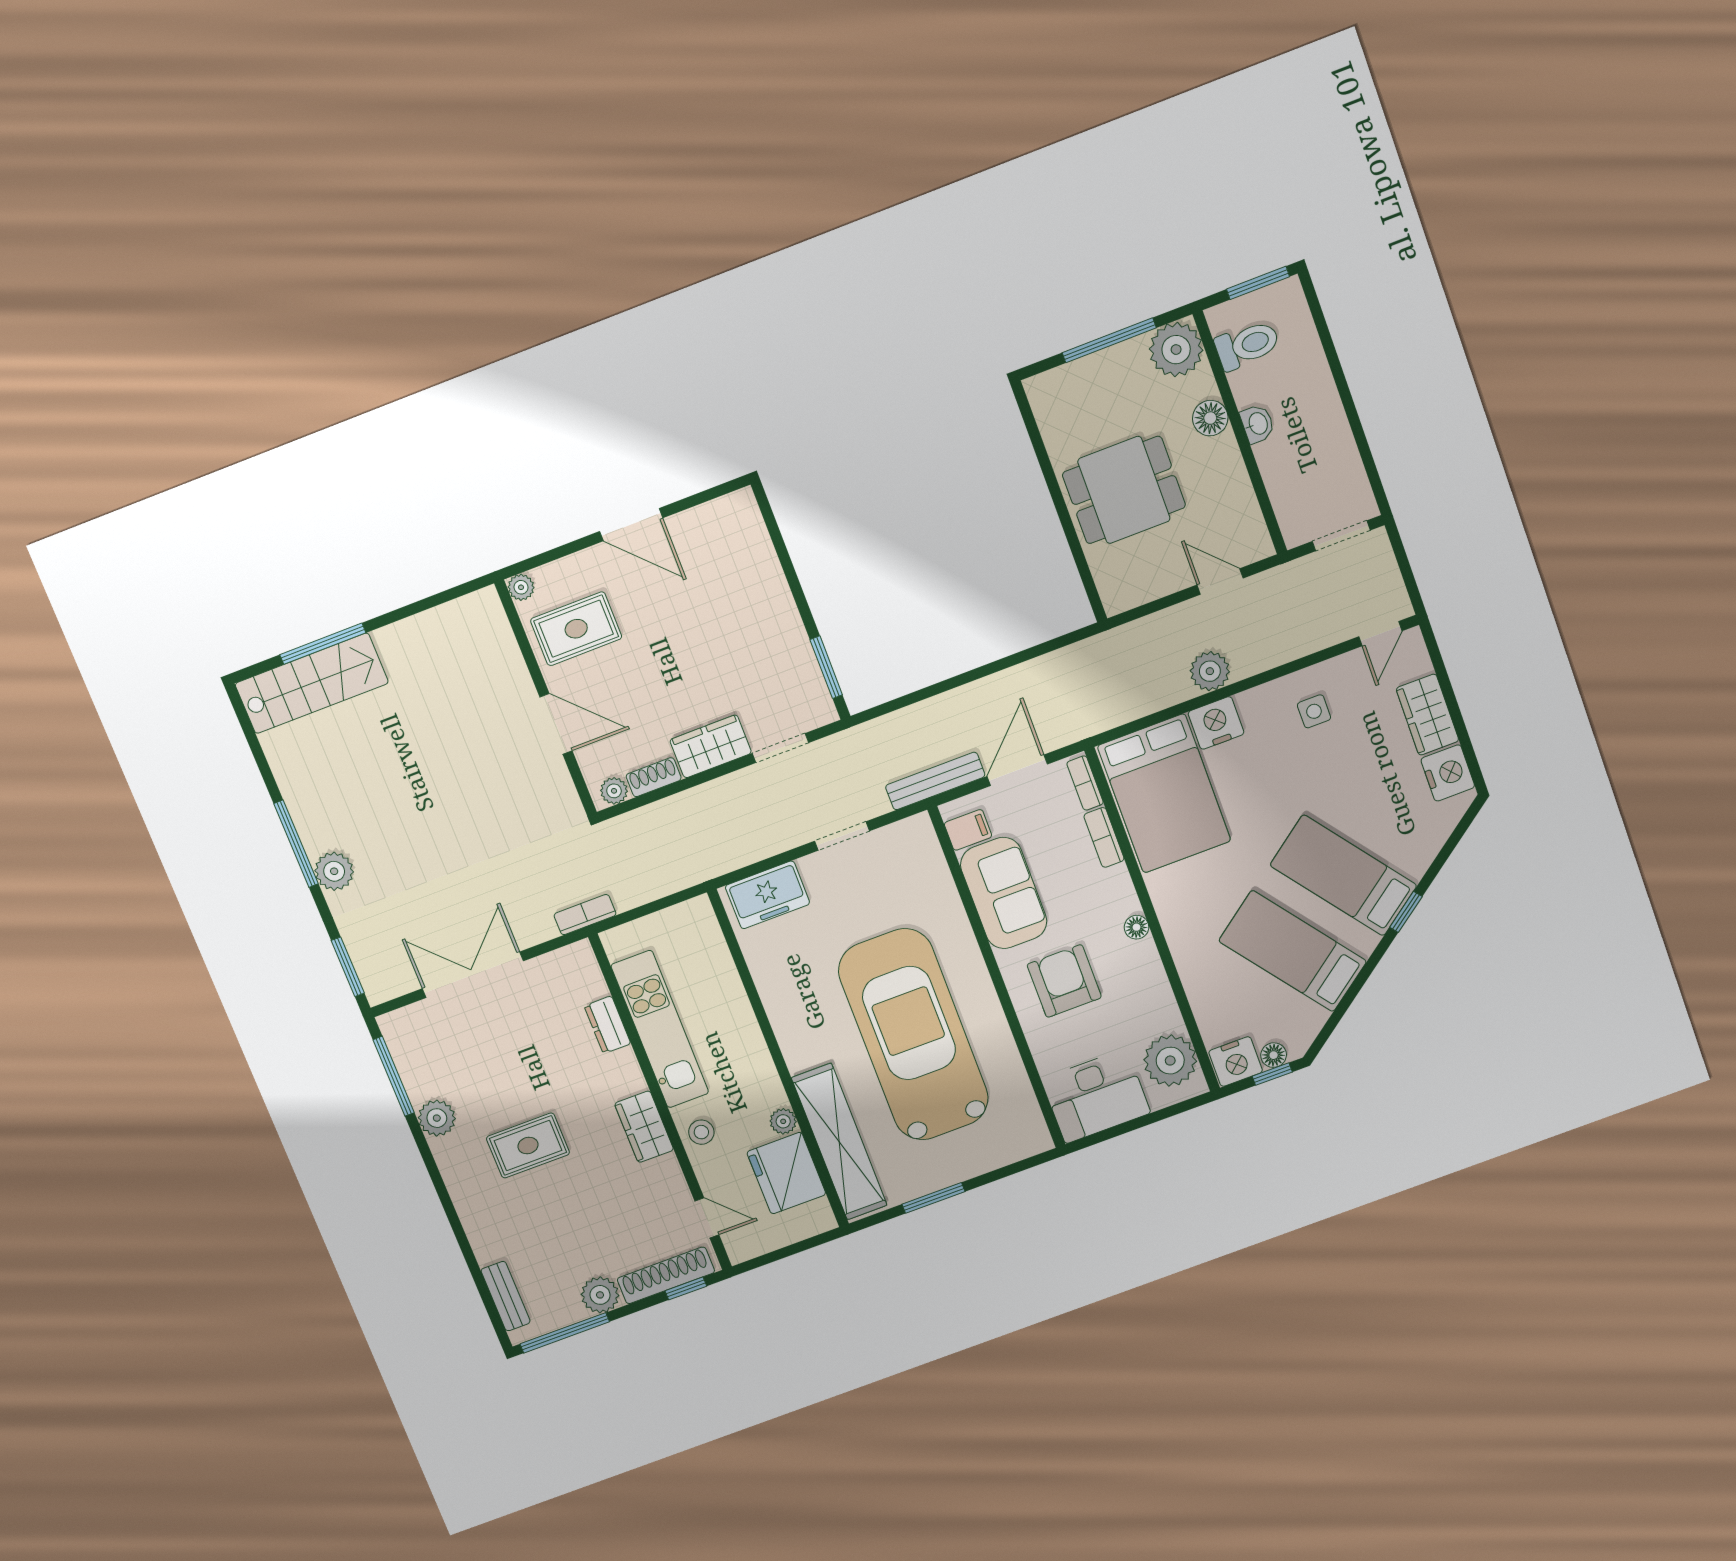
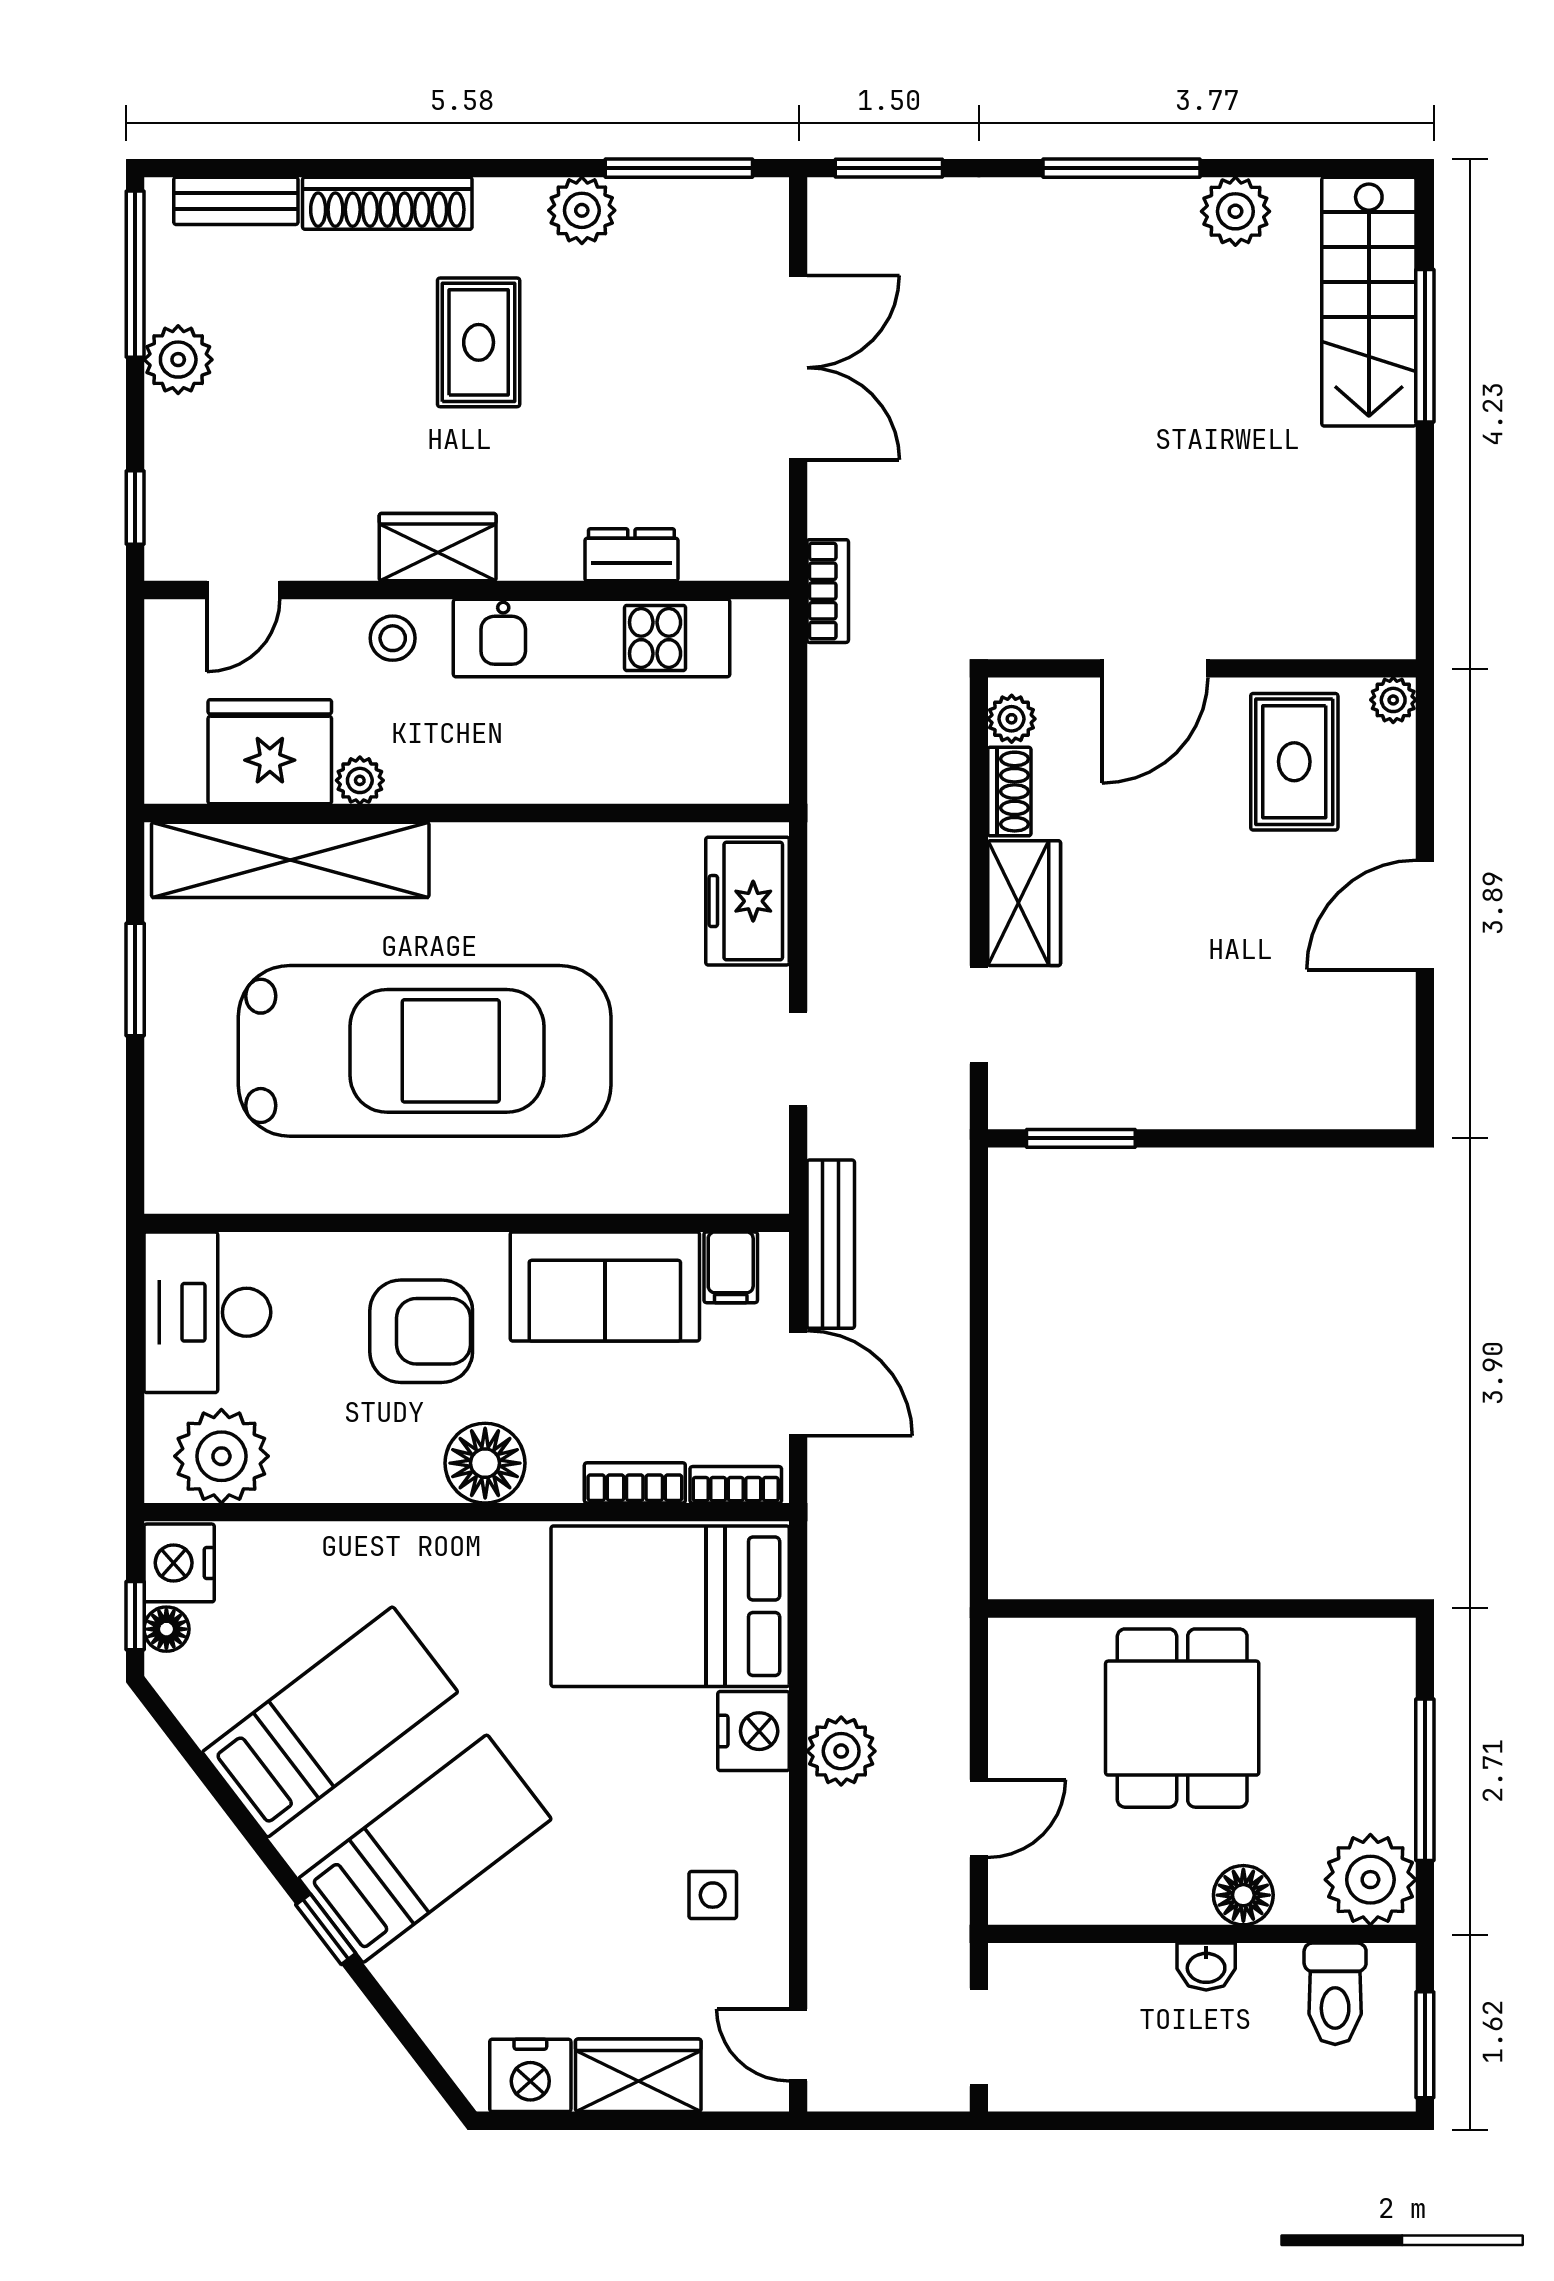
plant: (334, 871) -> (1235, 211), moved
floor lamp: (1137, 927) -> (485, 1463), width x1.89, depth x1.89
shoe rack: (666, 1275) -> (387, 203), moved, turned 90

